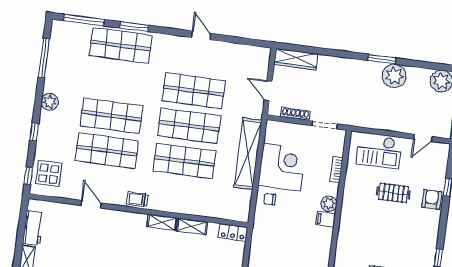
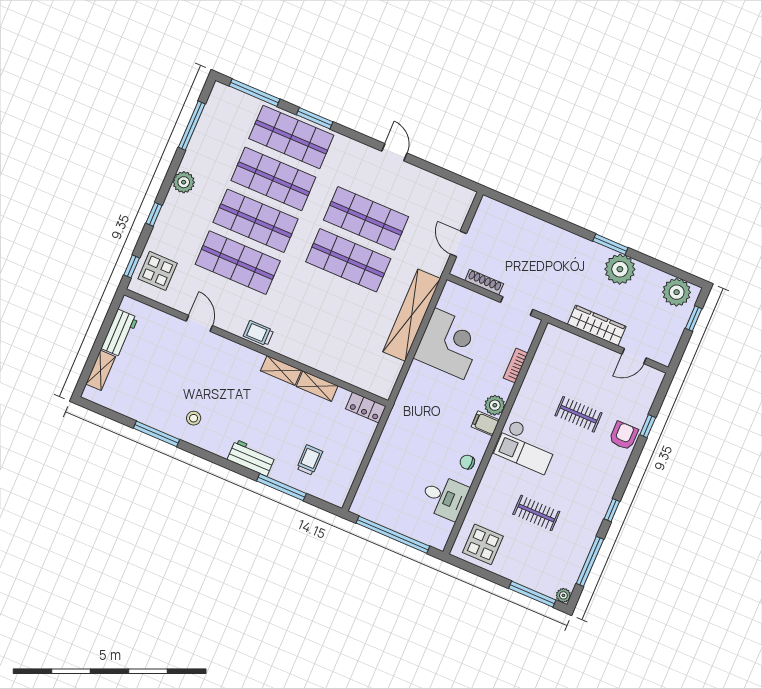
wardrobe: (296, 59) -> (597, 325), moved, turned 180
checkout: (379, 152) -> (526, 446), moved
shop shelf: (184, 161) -> (273, 179), moved
chair: (270, 199) -> (467, 462), moved

